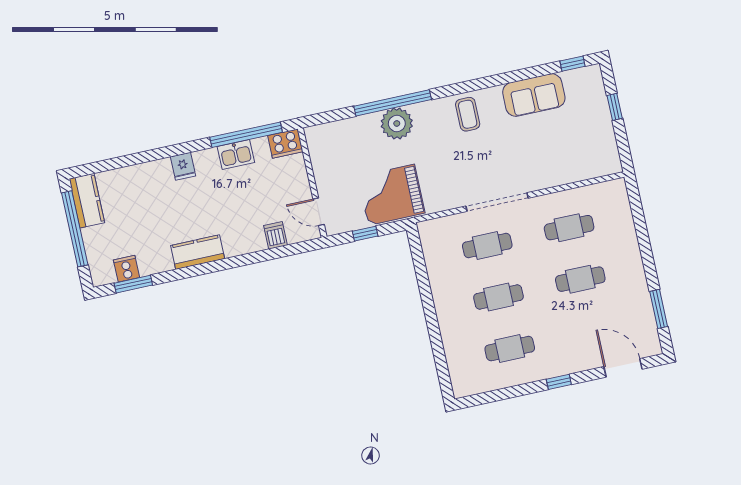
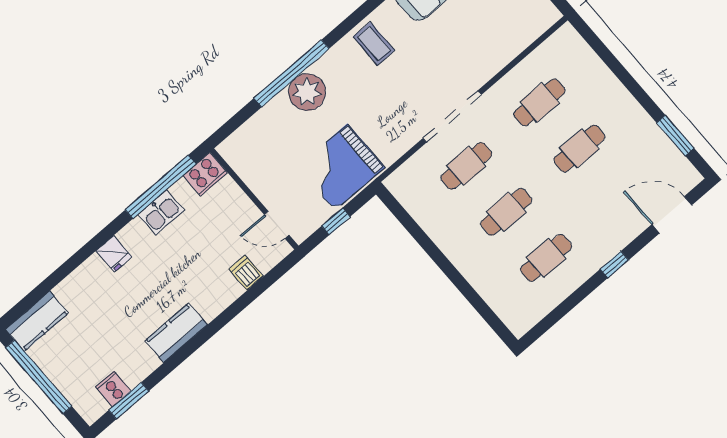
kitchen counter: (87, 201) -> (37, 321), moved, turned 90

